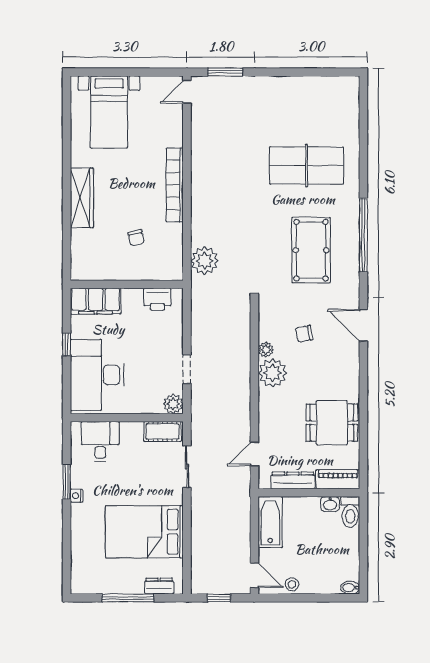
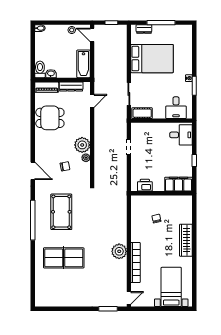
bookcase: (175, 185) -> (135, 263), moved
plant: (205, 261) -> (119, 251), moved
desk: (97, 375) -> (181, 135), width x0.53, depth x0.77
plant: (173, 404) -> (136, 128), removed

